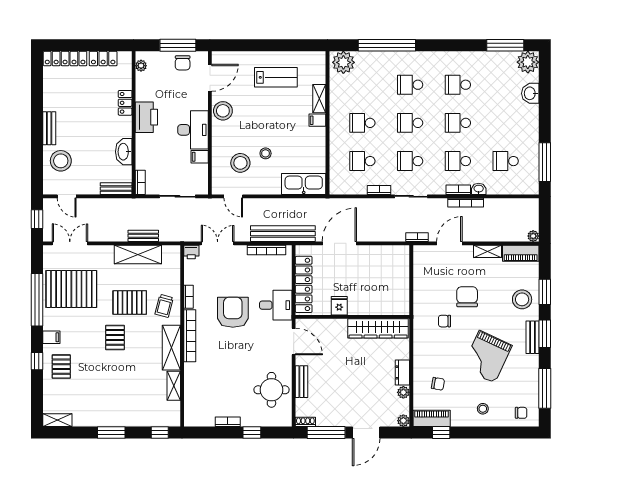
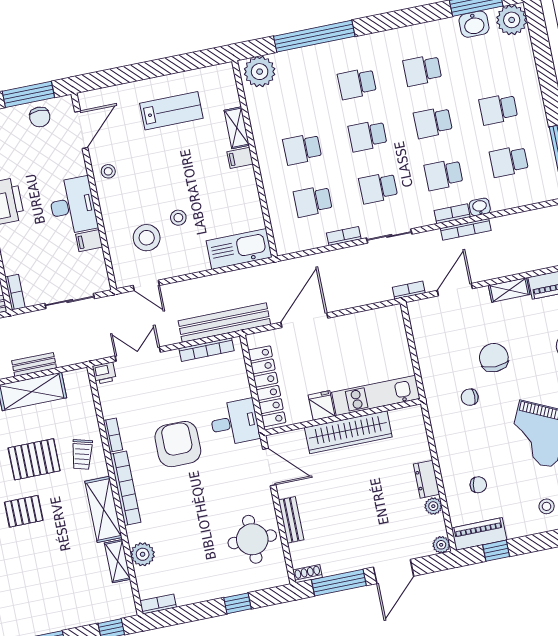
washbasin: (530, 93) -> (474, 24), moved, turned -90
stool: (223, 111) -> (108, 171), width x0.53, depth x0.53
school desk: (506, 123) -> (498, 109), added
kitchen unit: (379, 306) -> (376, 395), added
wardrobe: (378, 328) -> (348, 432), moved
pallet: (115, 337) -> (24, 511), turned 90
plant: (192, 385) -> (143, 554), added
bookcase: (228, 422) -> (158, 604), moved

